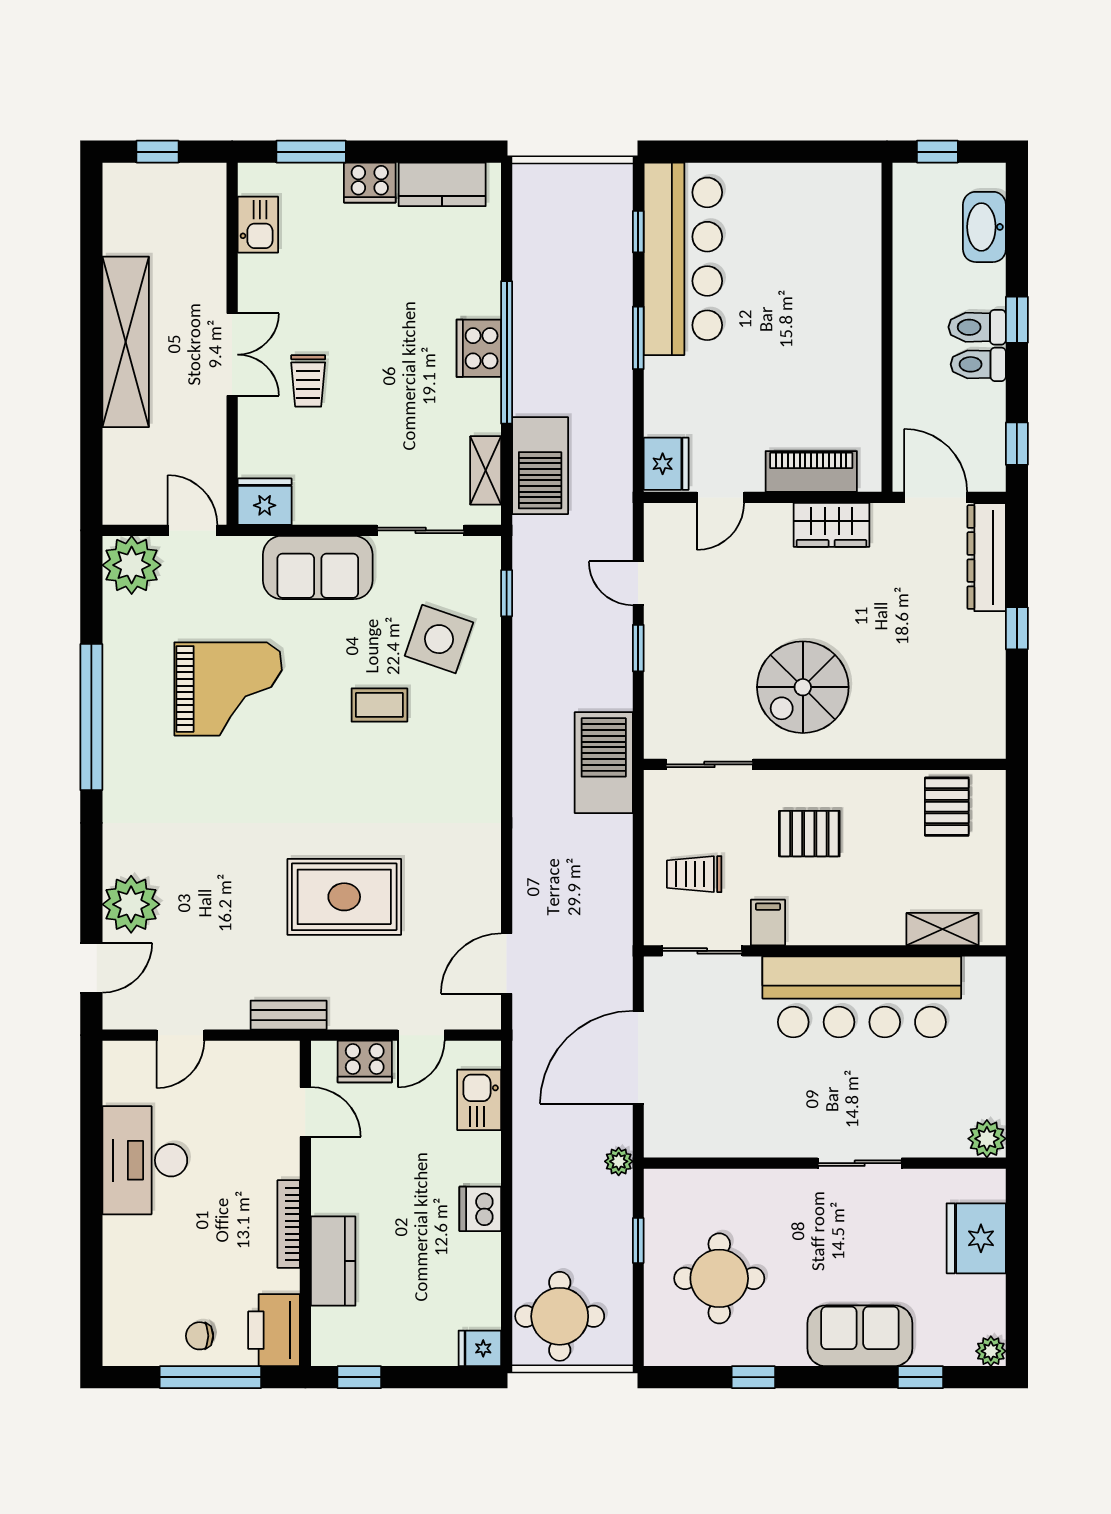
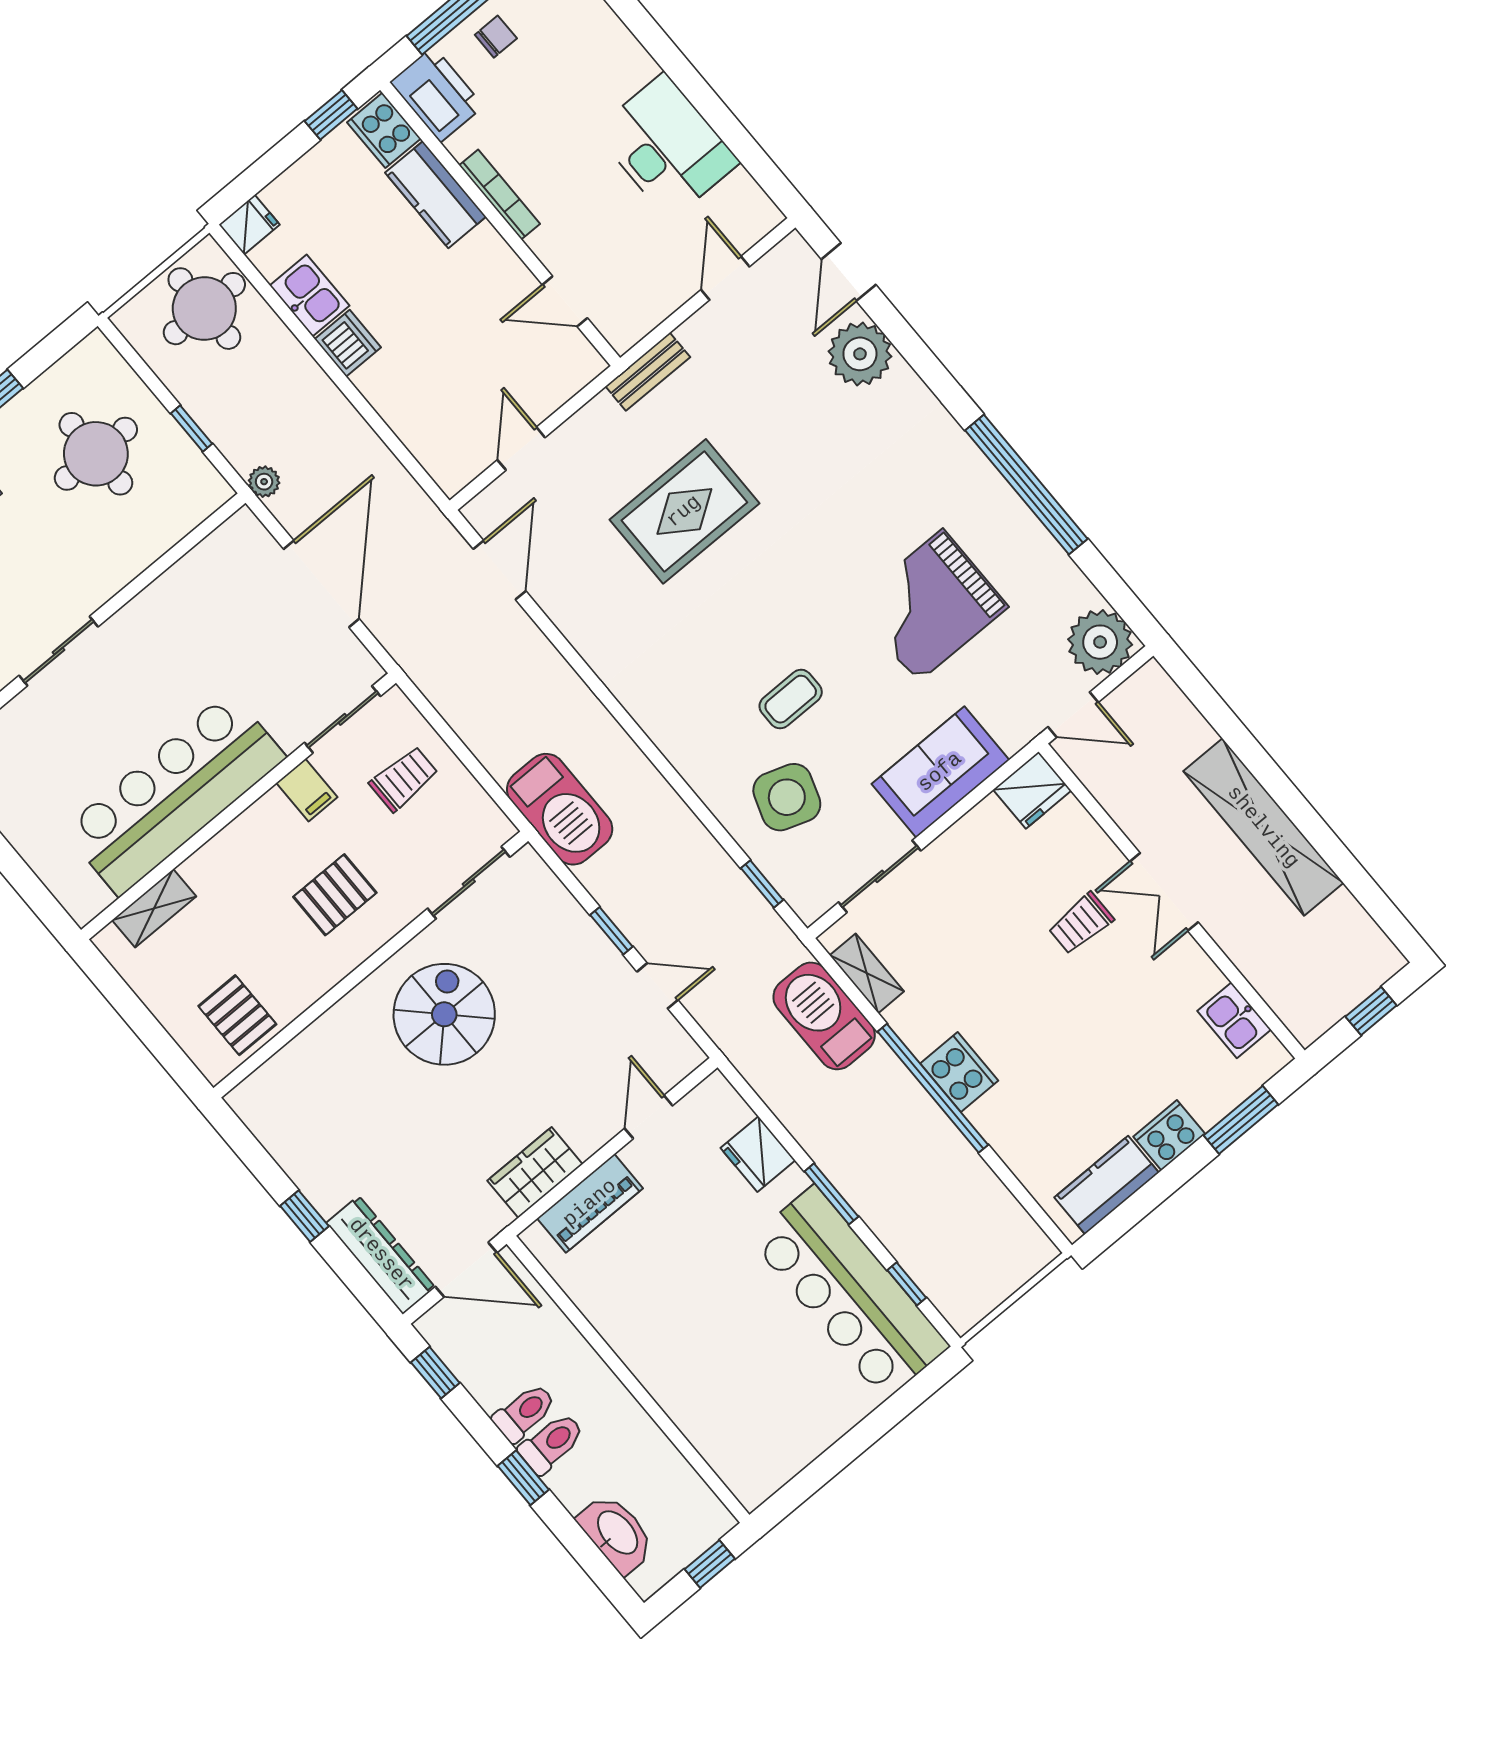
trolley: (308, 381) -> (1081, 923), turned -90
fridge: (666, 464) -> (758, 1154), moved
cooker: (365, 1062) -> (384, 130), moved, turned -90
kitchen sink: (479, 1100) -> (310, 296), moved

